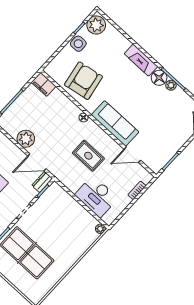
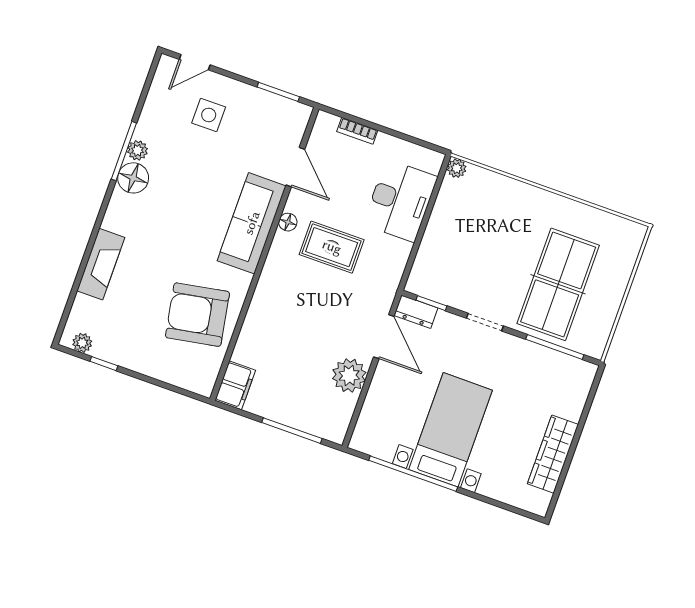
plant: (96, 25) -> (82, 343), width x0.53, depth x0.53
side table: (78, 44) -> (209, 115), moved
fireplace: (141, 60) -> (101, 264), moved
floor lamp: (84, 118) -> (288, 222), moved
rug: (88, 156) -> (332, 247), turned 90

